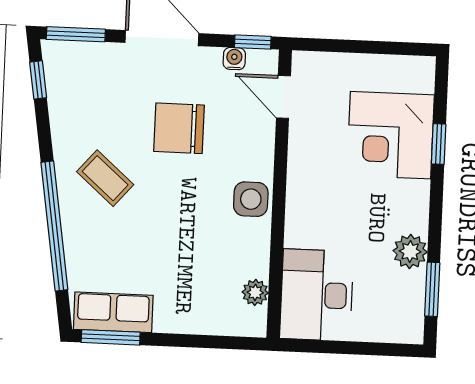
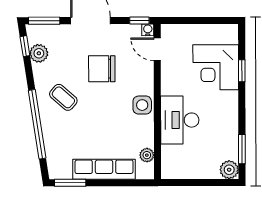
water cooler: (234, 59) -> (148, 30), moved
plant: (63, 94) -> (39, 53), added
plant: (410, 251) -> (229, 170), moved
desk: (317, 295) -> (180, 120), moved
row of seats: (113, 312) -> (104, 169), moved, width x1.48

